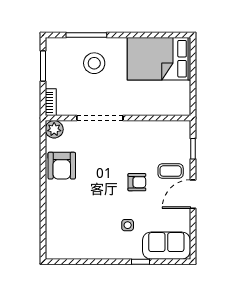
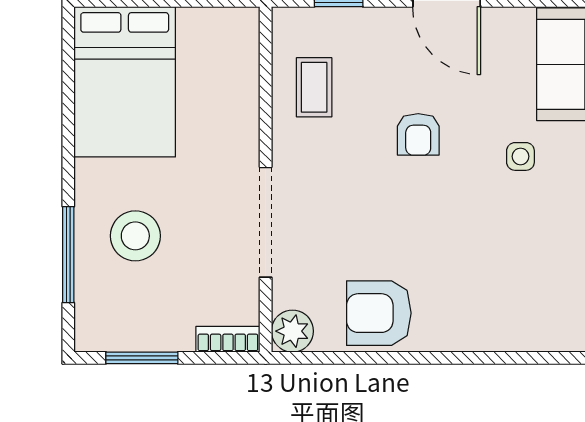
armchair: (62, 166) -> (379, 313), turned 180
coffee table: (171, 171) -> (314, 87), moved
armchair: (137, 182) -> (418, 134), turned 180

